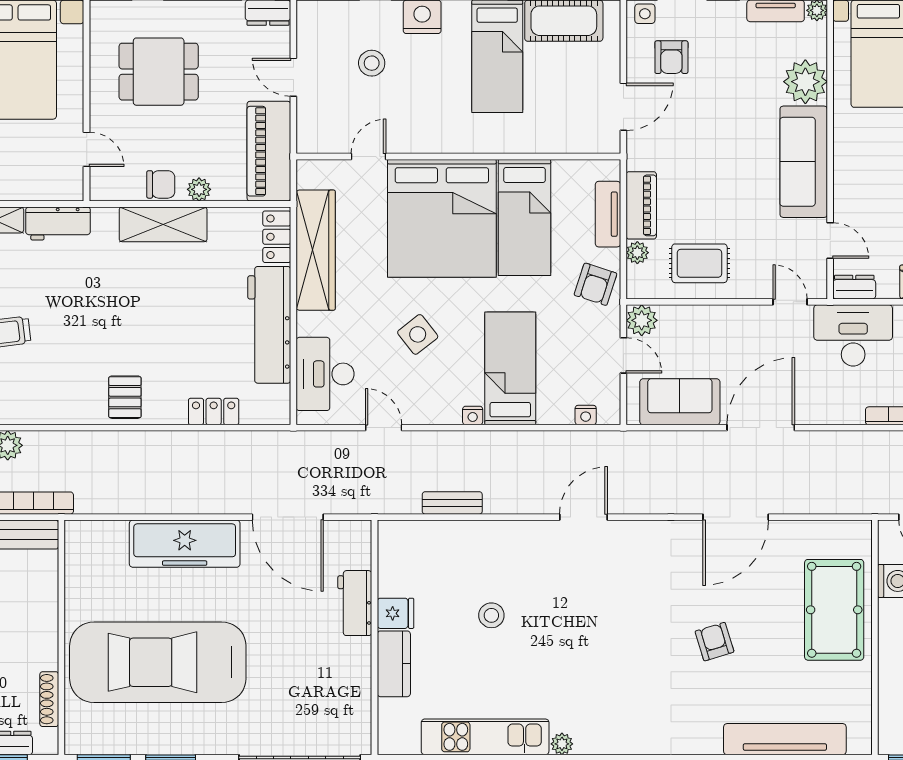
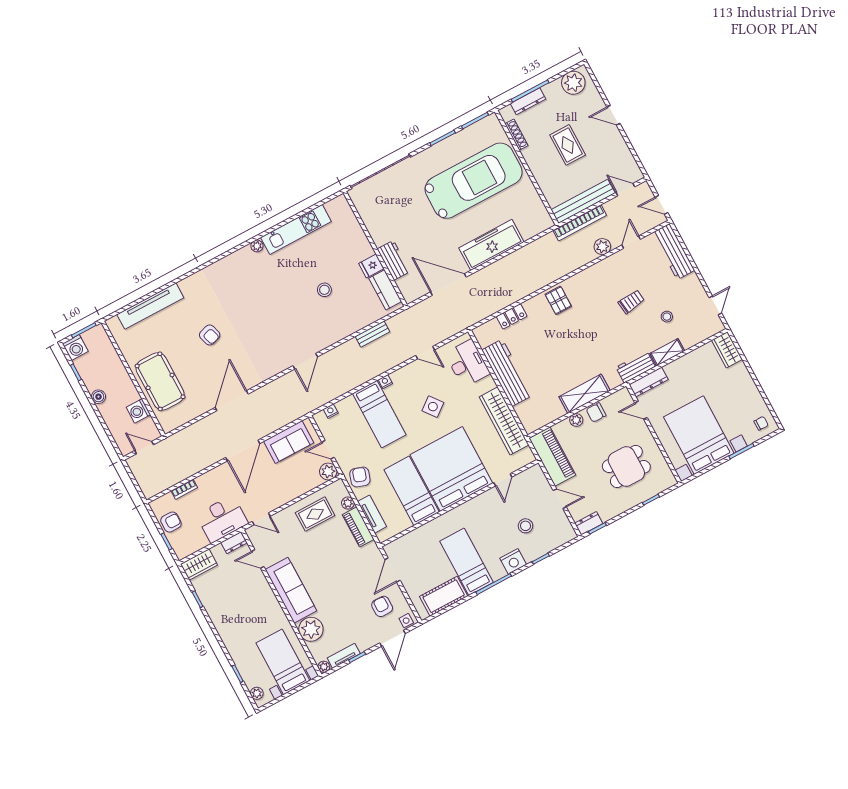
dresser: (50, 188) -> (649, 382), added
locker: (277, 237) -> (526, 417), removed
kitchen counter: (394, 664) -> (385, 290), moved

